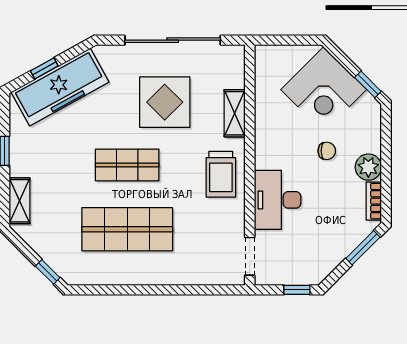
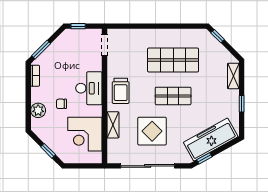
window: (44, 68) -> (204, 158), moved
window: (368, 84) -> (48, 151), moved
corner desk: (324, 90) -> (85, 134), moved, turned -135
plant: (368, 167) -> (38, 110), moved
trolley: (221, 174) -> (121, 91), turned 180
desk: (278, 200) -> (89, 88), moved

